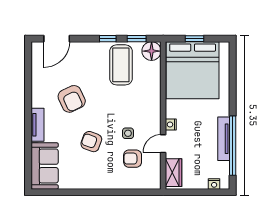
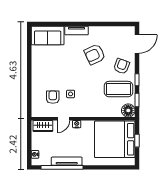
door: (57, 39) -> (137, 44), swing flipped
armchair: (91, 142) -> (122, 66), moved
door: (163, 144) -> (63, 119), swing flipped

